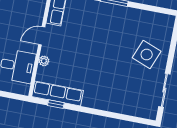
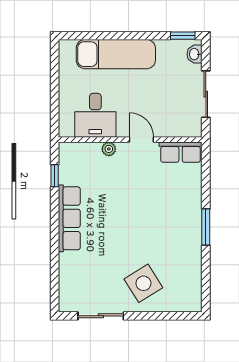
side table: (147, 55) -> (143, 283), turned 37
row of seats: (58, 93) -> (69, 218), moved

